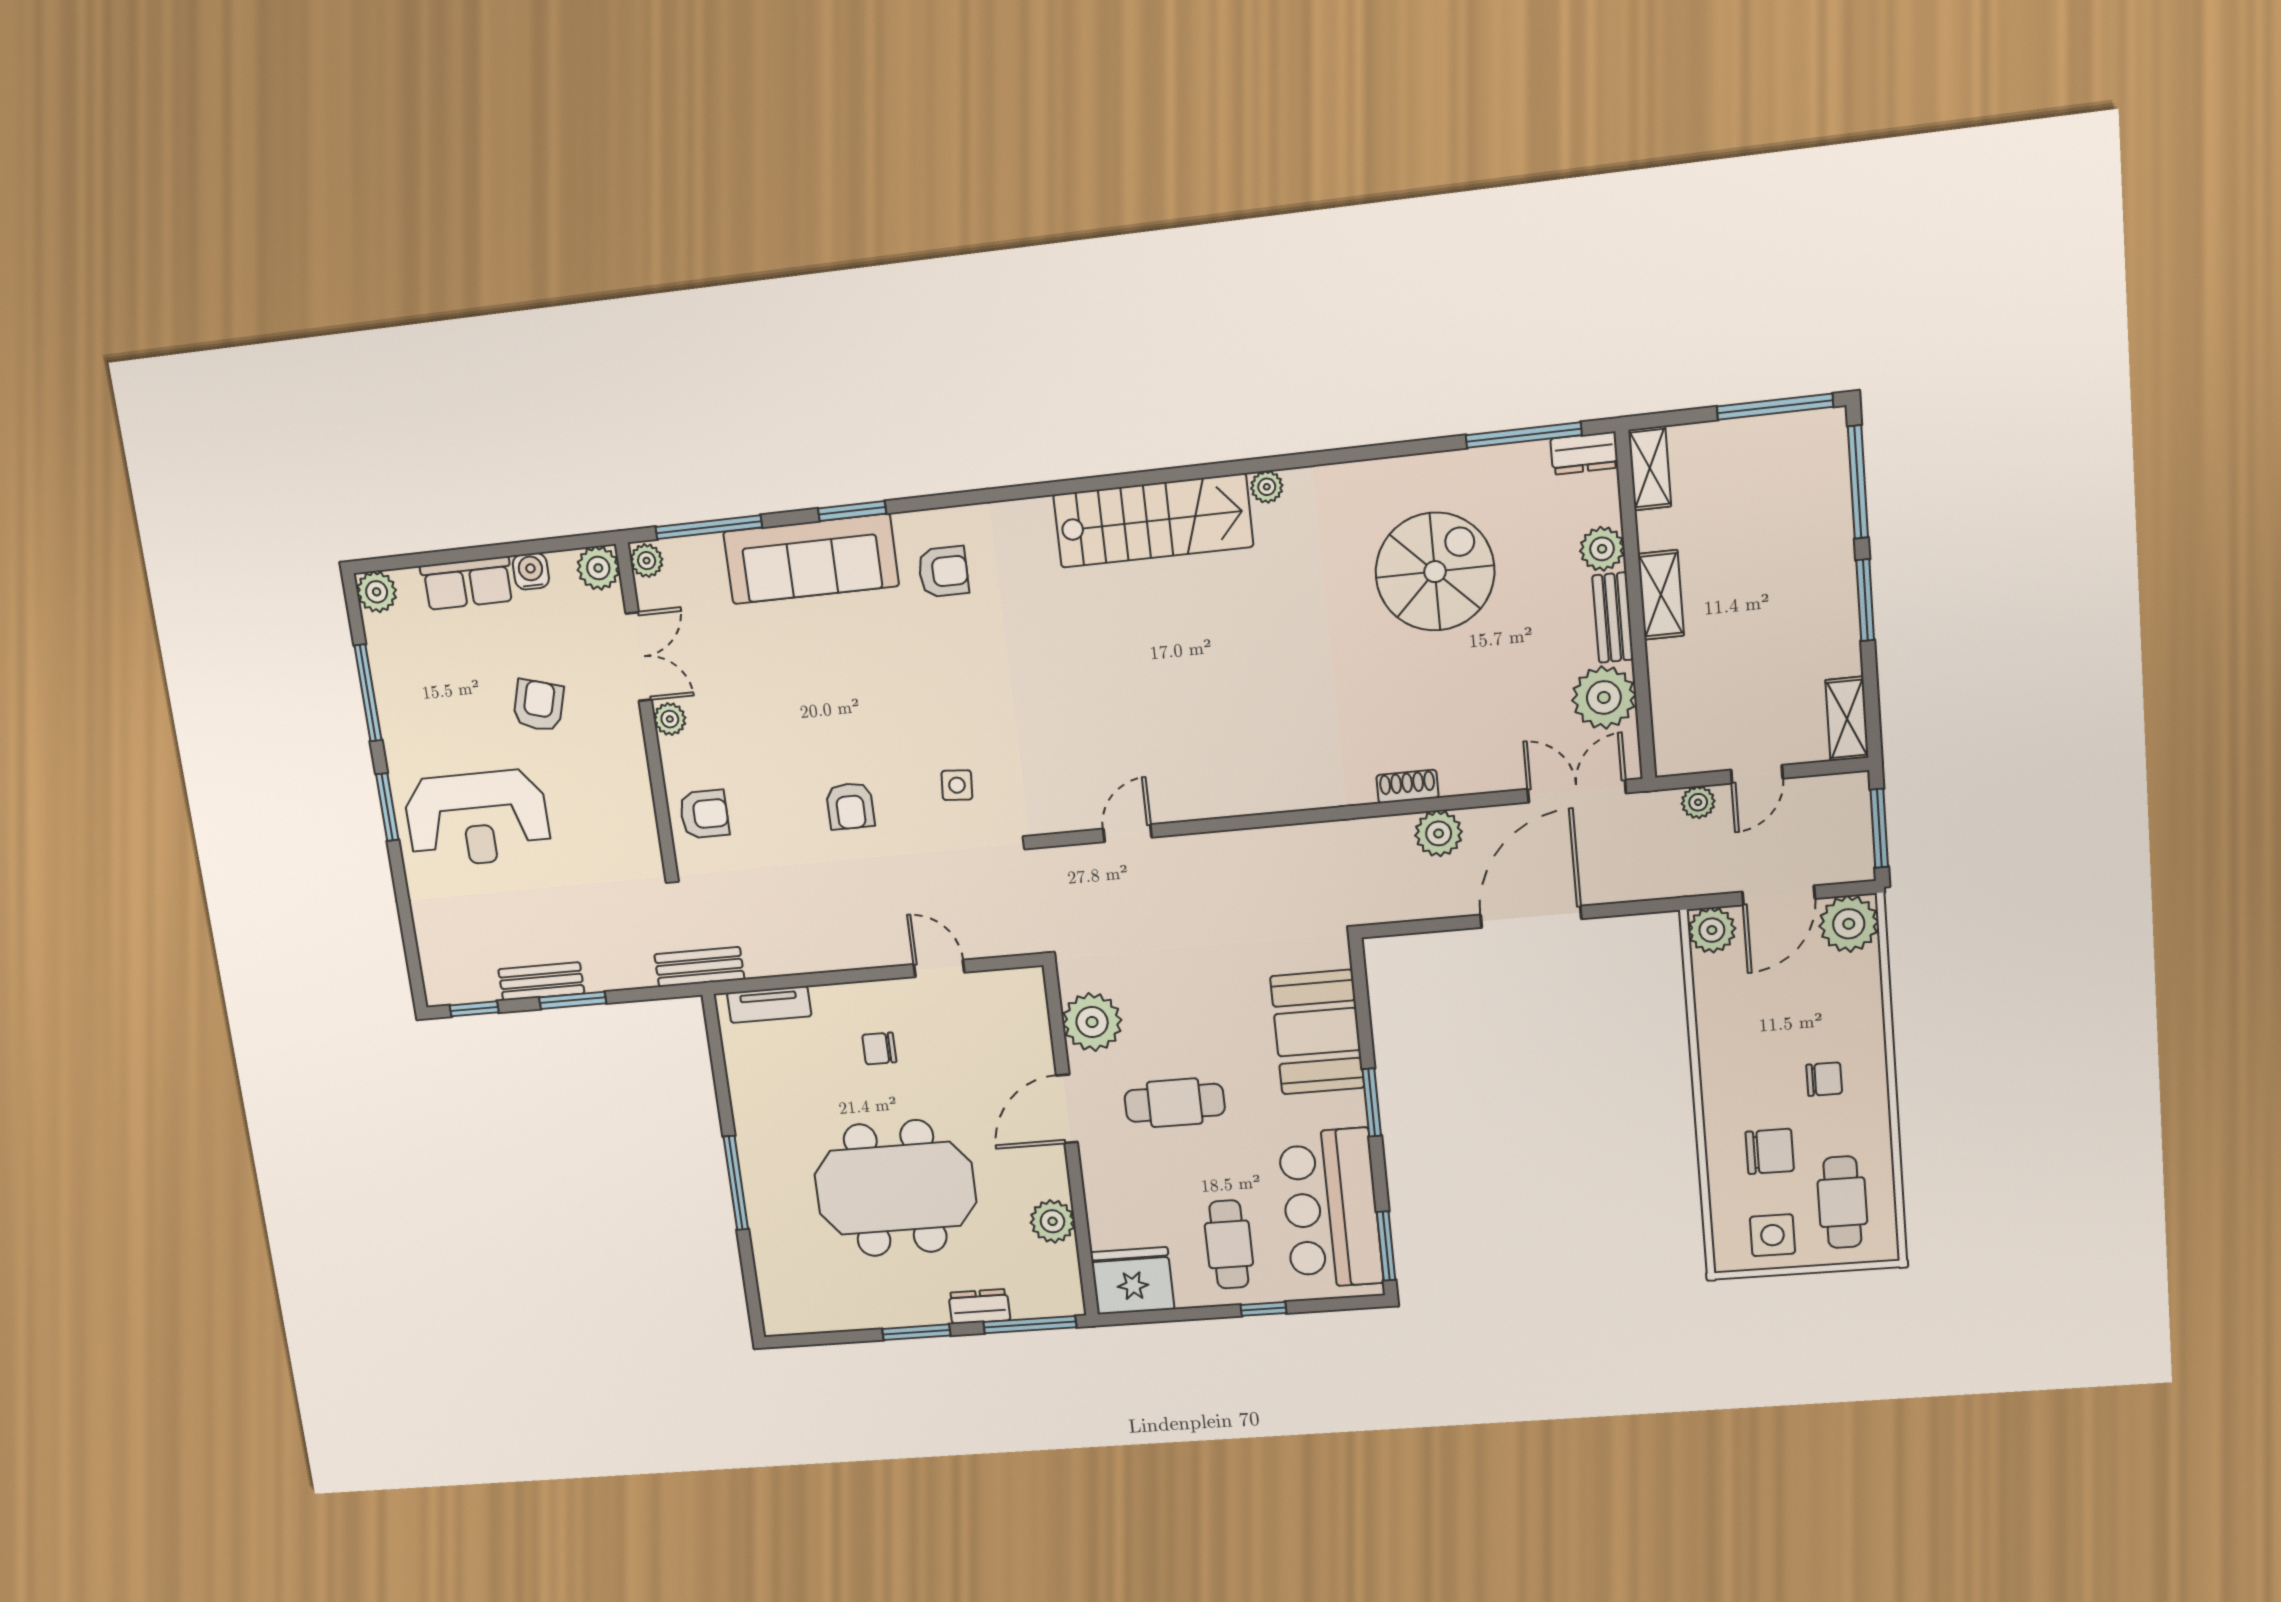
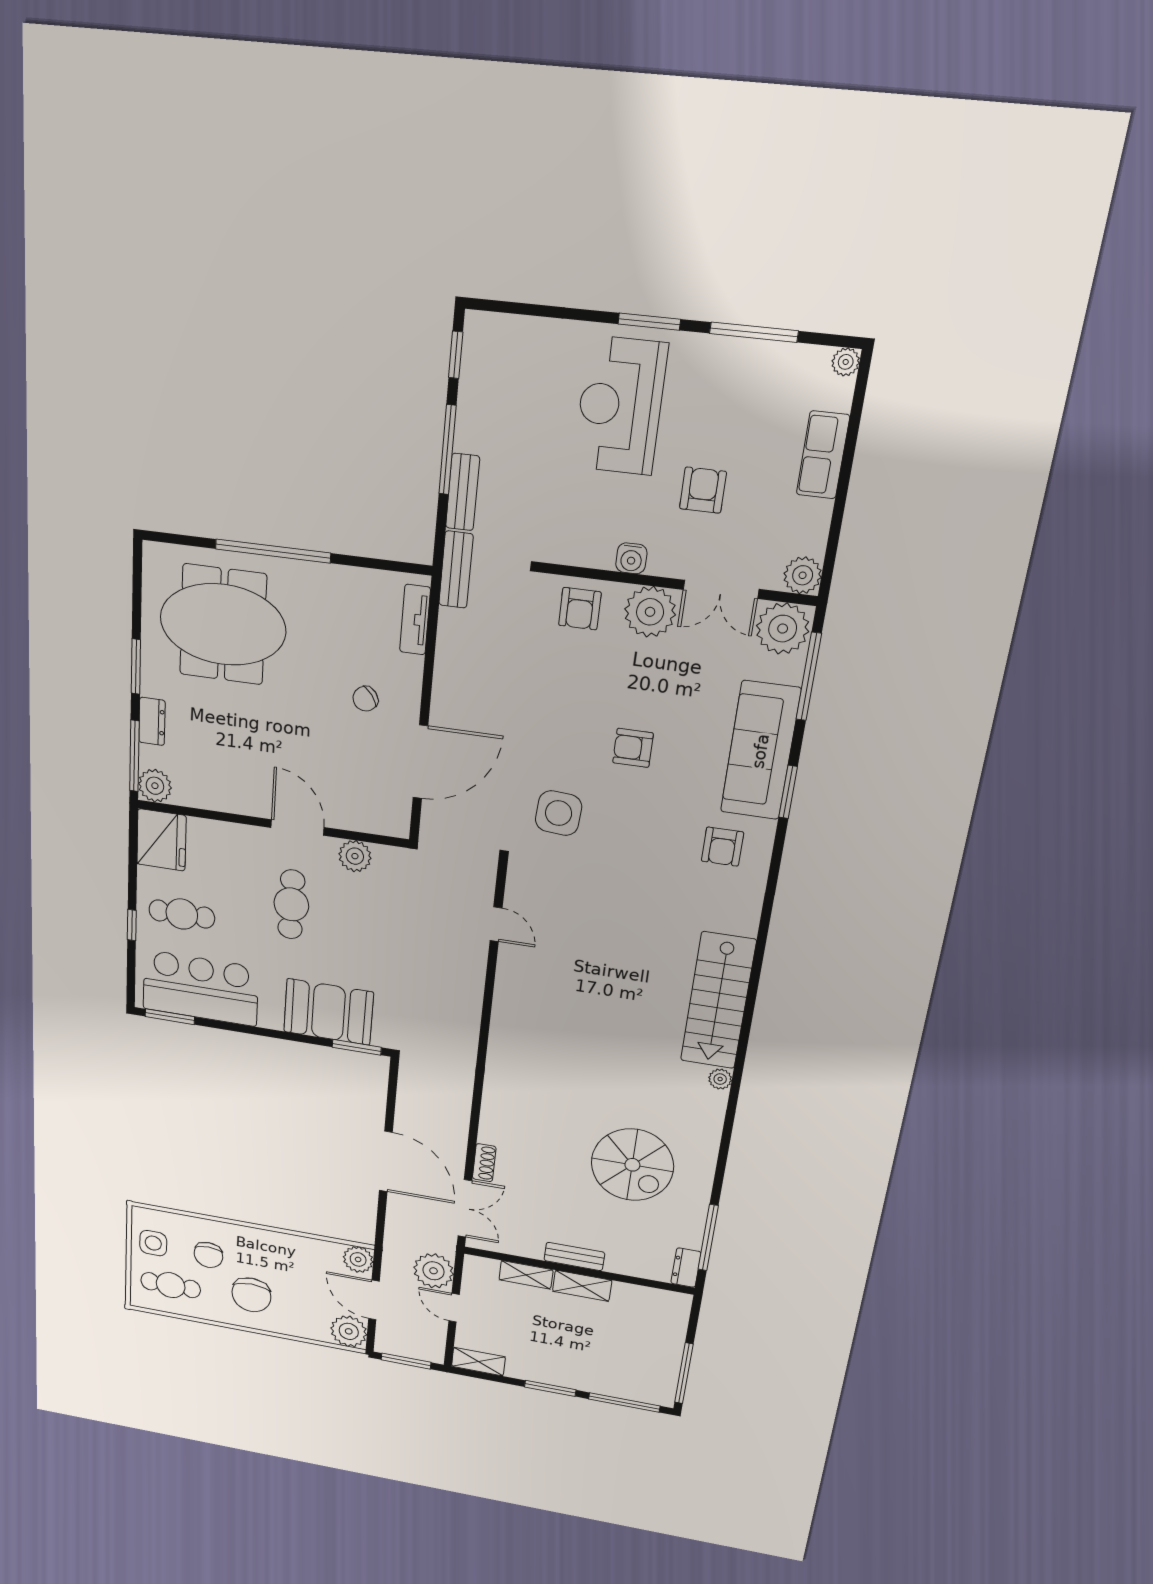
shelving: (1650, 468) -> (526, 1275), moved
plant: (1602, 549) -> (621, 1262), removed
plant: (647, 561) -> (783, 629), width x1.88, depth x1.88
water cooler: (531, 571) -> (631, 558), moved, turned 90
plant: (377, 592) -> (846, 362), width x0.73, depth x0.73
plant: (1604, 698) -> (523, 1239), removed
armchair: (539, 706) -> (703, 490), turned -106
plant: (670, 719) -> (650, 612), width x1.88, depth x1.88
side table: (957, 785) -> (559, 813), width x1.87, depth x1.87
shoe rack: (1407, 786) -> (484, 1163), moved
plant: (1698, 802) -> (433, 1271), width x1.87, depth x1.87
armchair: (850, 806) -> (633, 748), moved
plant: (1439, 833) -> (454, 1122), removed
door: (939, 968) -> (420, 762), width x1.88
bench: (541, 981) -> (463, 492), moved
window: (573, 1000) -> (447, 450), width x1.44
plant: (1092, 1022) -> (355, 856), width x0.73, depth x0.73
chair: (879, 1048) -> (365, 699), turned -127
chair: (1824, 1079) -> (251, 1295), width x1.87, depth x1.87
window: (1372, 1103) -> (357, 1047), moved
window: (736, 1183) -> (273, 551), width x1.46
meeting table: (895, 1188) -> (223, 625), moved, turned 90
plant: (1053, 1221) -> (155, 786), moved

